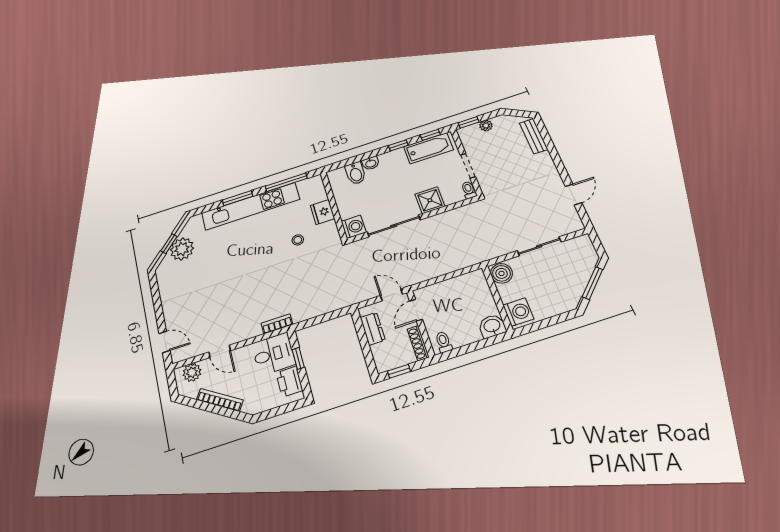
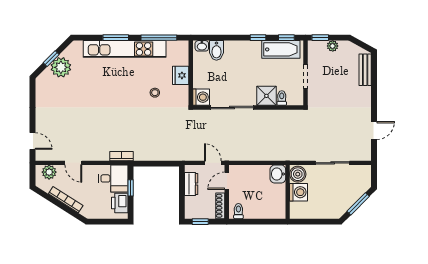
washbasin: (371, 163) -> (202, 46), moved
toilet: (469, 190) -> (282, 98), moved
washing machine: (518, 312) -> (299, 192), moved
washbasin: (492, 326) -> (278, 174), moved, turned -90

